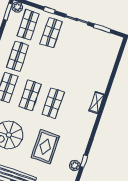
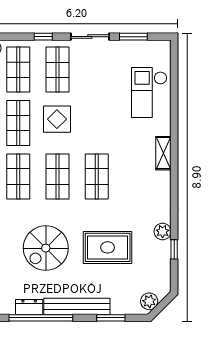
display table: (41, 61) -> (57, 119), added
checkout: (100, 64) -> (149, 93), added
rug: (45, 147) -> (108, 247), turned 90
plant: (75, 166) -> (163, 231), moved

